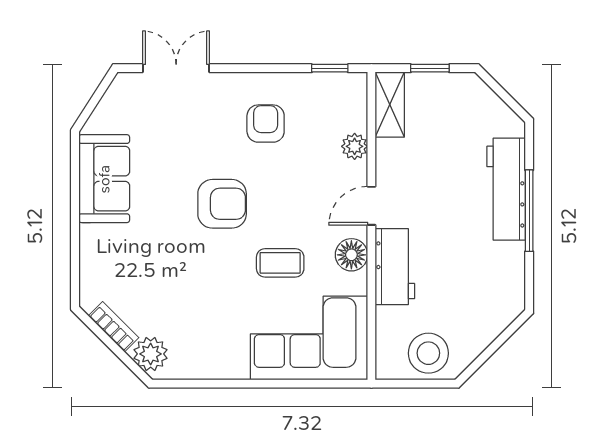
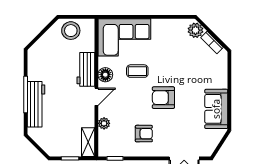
armchair: (266, 124) -> (144, 134), turned -90

